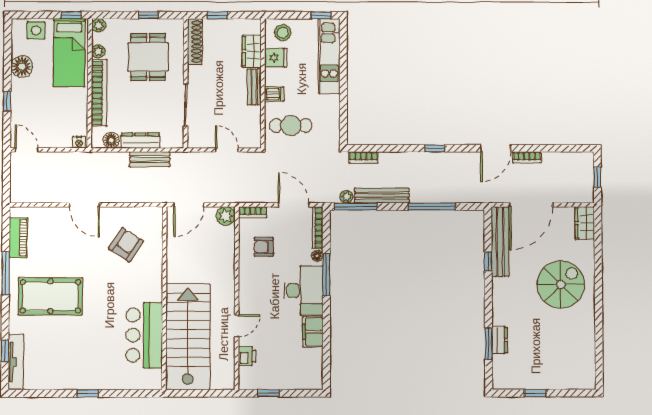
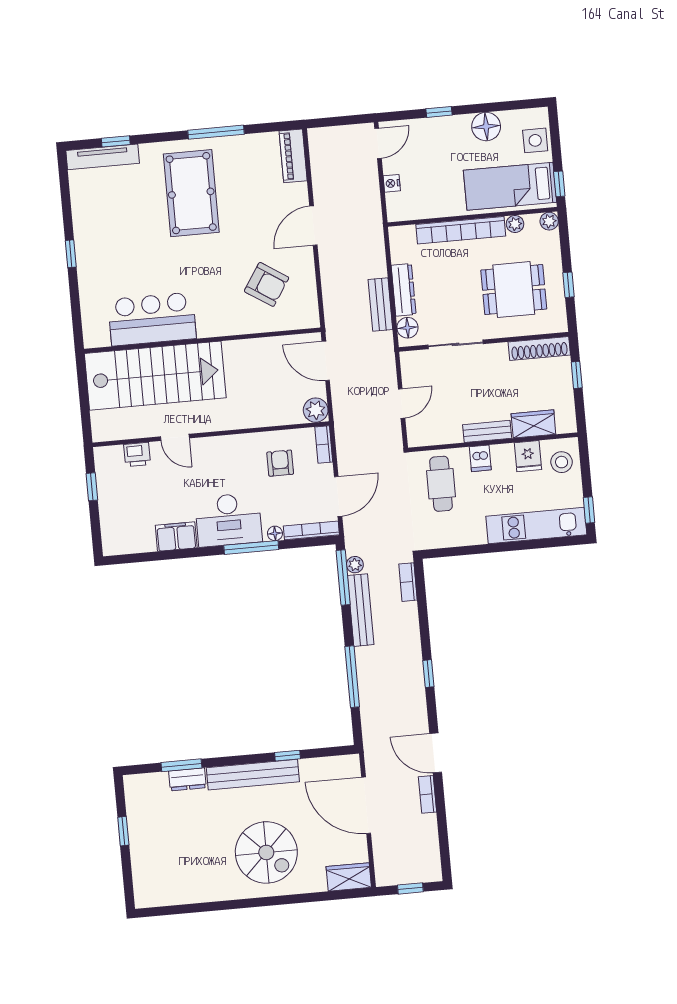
floor lamp: (111, 140) -> (407, 328), moved
nightstand: (79, 142) -> (392, 183), moved
piano: (18, 238) -> (293, 156), moved, turned 90
bench: (500, 242) -> (253, 775), moved

